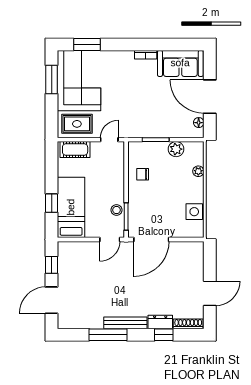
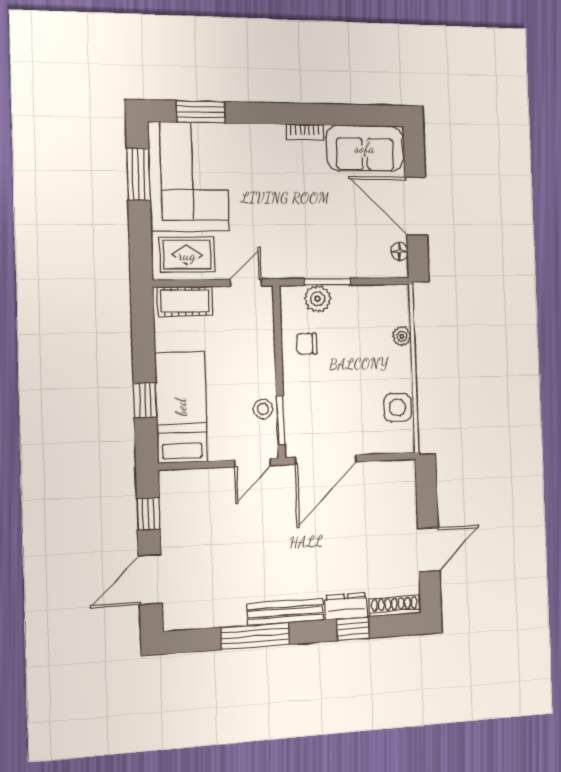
plant: (176, 149) -> (318, 299), moved

